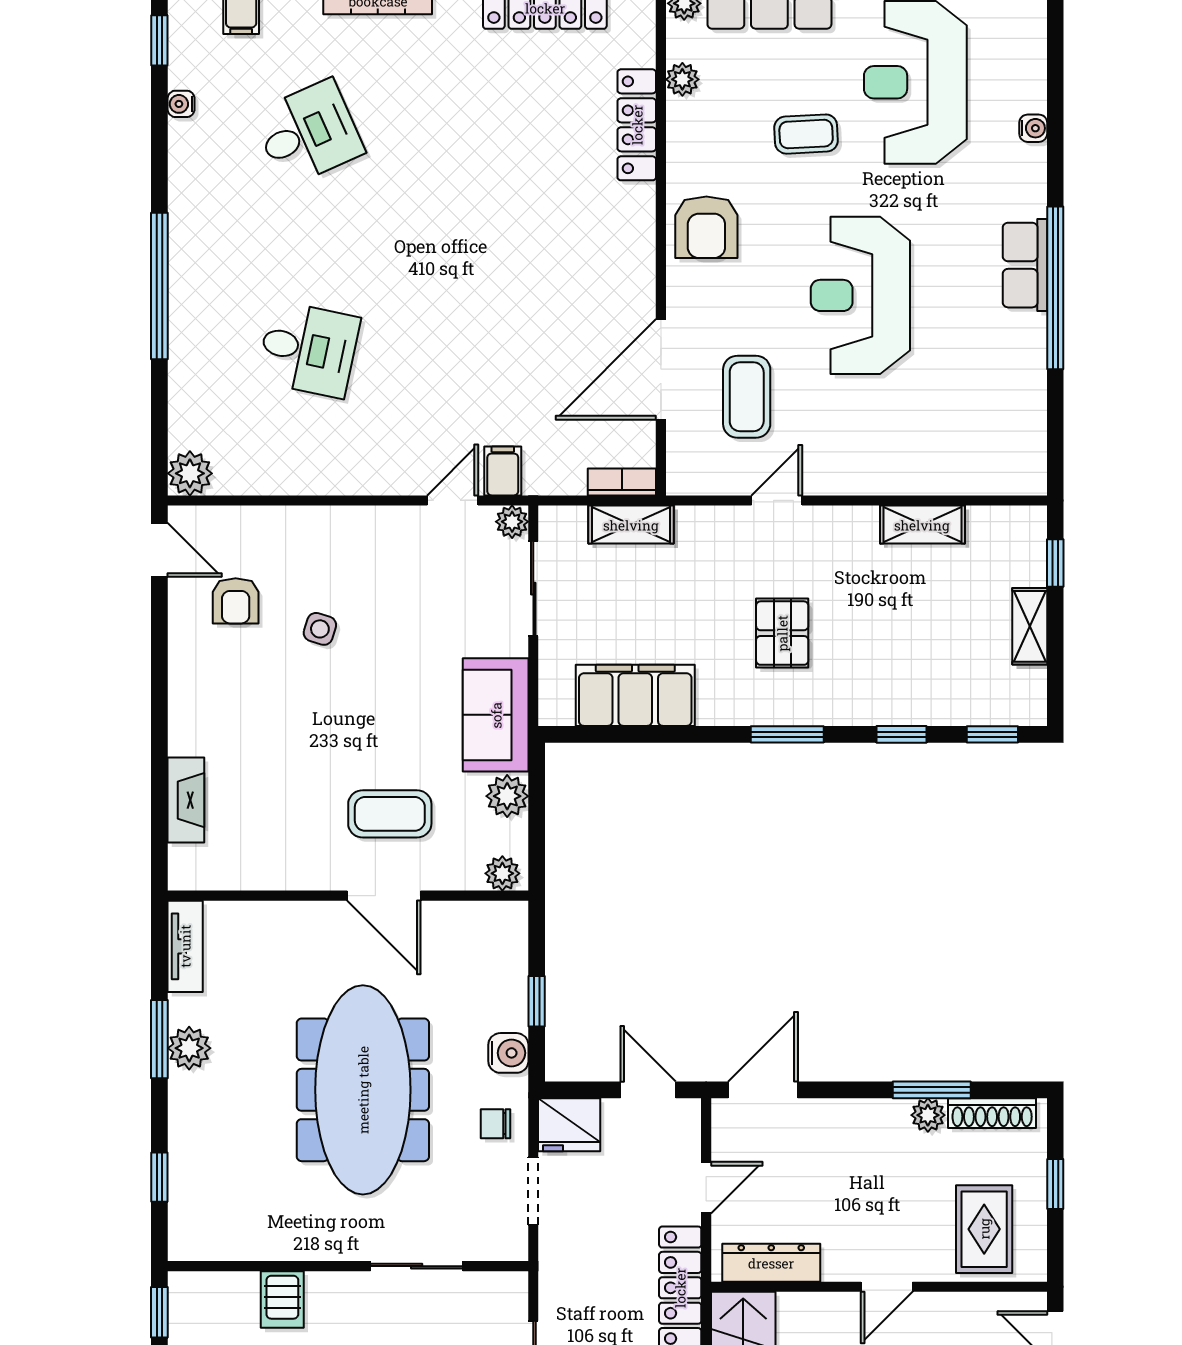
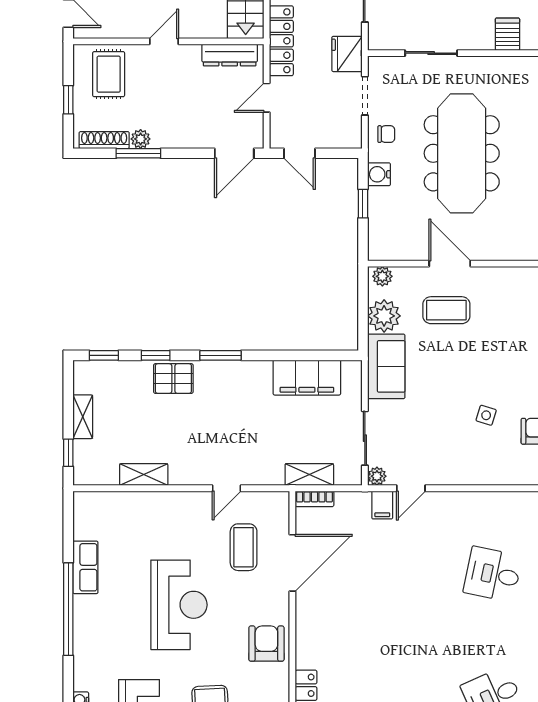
row of seats: (1025, 265) -> (85, 567), moved
pallet: (782, 633) -> (173, 379), moved, turned 90
plant: (507, 796) -> (384, 316), width x1.36, depth x1.36
fridge: (569, 1125) -> (347, 54), moved, turned -90

